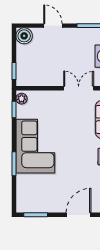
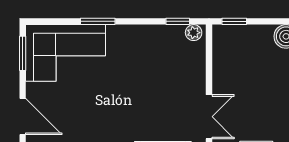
corner sofa: (35, 146) -> (66, 53), moved

